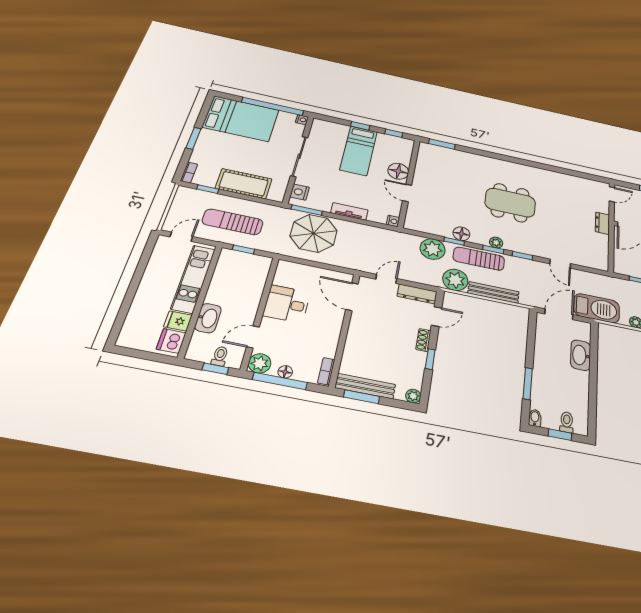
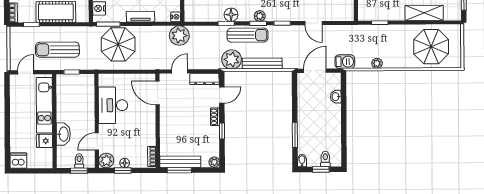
plant: (433, 249) -> (179, 36), moved
sun lounger: (479, 259) -> (248, 35), turned 180
desk: (287, 304) -> (113, 105), width x1.37
barbecue: (597, 308) -> (345, 62), width x0.53, depth x0.65
dishwasher: (171, 341) -> (18, 161), moved, turned 90
washbasin: (581, 355) -> (336, 97), width x0.52, depth x0.69
window: (280, 381) -> (123, 170), width x0.46

